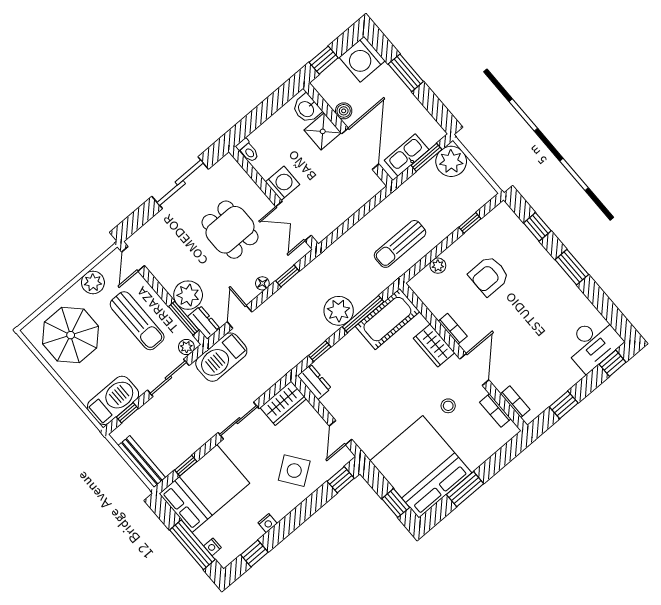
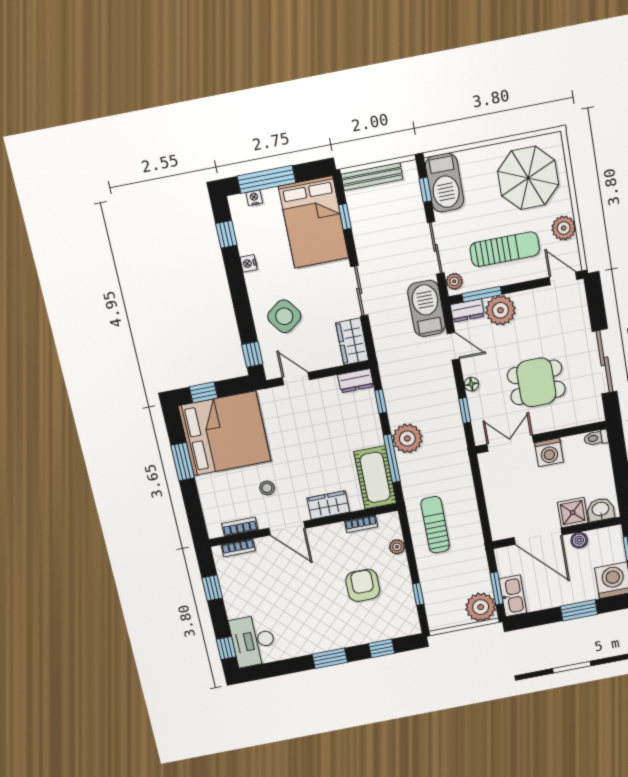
kitchen sink: (407, 155) -> (513, 596), moved
sun lounger: (137, 321) -> (505, 249), turned 180
bookcase: (453, 329) -> (361, 524), moved

